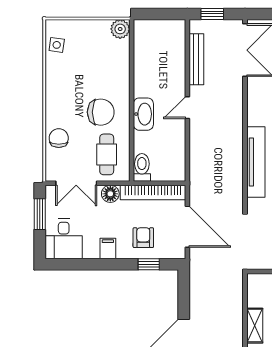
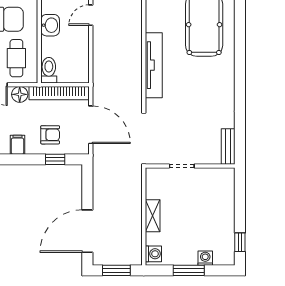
washbasin: (143, 114) -> (50, 25), width x0.72
armchair: (143, 238) -> (50, 135), turned 90

